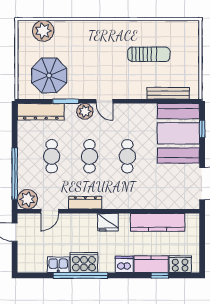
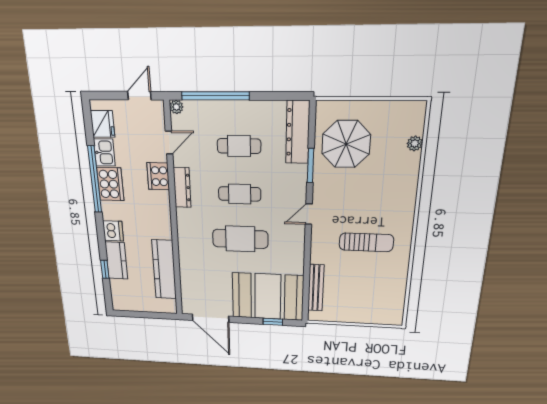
plant: (43, 31) -> (415, 143), width x0.53, depth x0.53
sun lounger: (149, 54) -> (366, 242), moved, turned -90
plant: (85, 111) -> (297, 190), removed
cafe table: (127, 156) -> (240, 239), width x1.37, depth x1.35
plant: (27, 199) -> (176, 107), width x0.53, depth x0.53
door: (50, 211) -> (169, 142), swing flipped
fridge: (108, 222) -> (103, 124), moved, turned 180
cooker: (180, 264) -> (158, 176), moved, turned 180

